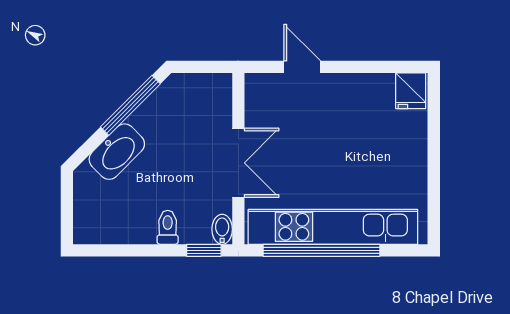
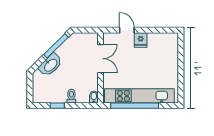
fridge: (411, 91) -> (141, 40), moved
double door: (238, 163) -> (100, 59), moved
window: (204, 250) -> (57, 106), moved

